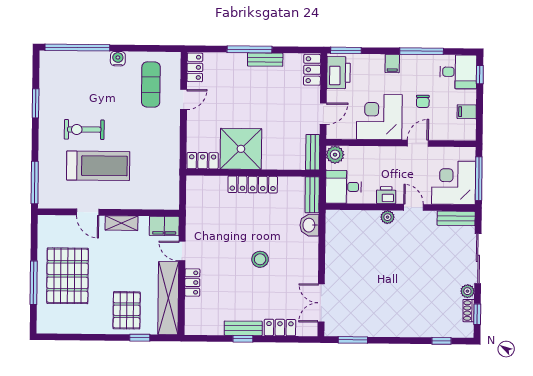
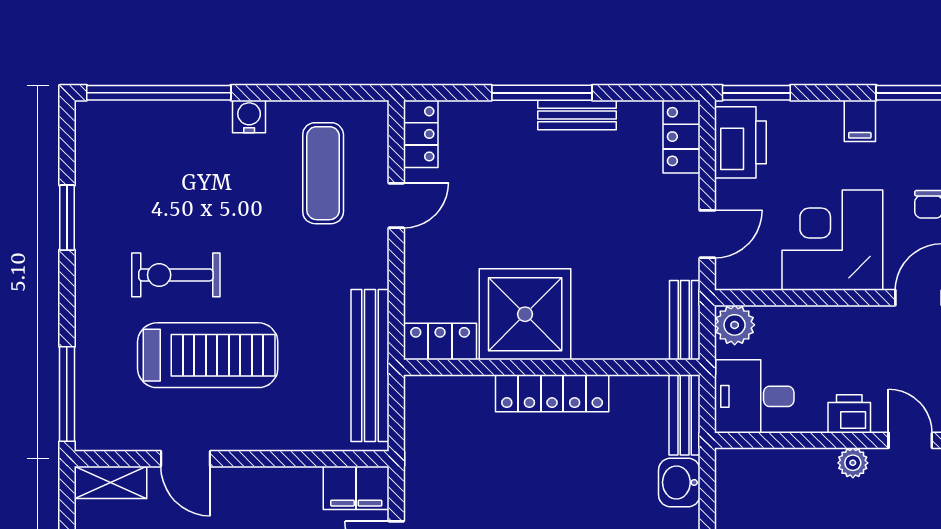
bench: (171, 171) -> (370, 366), added
shelving: (122, 223) -> (110, 482), moved

